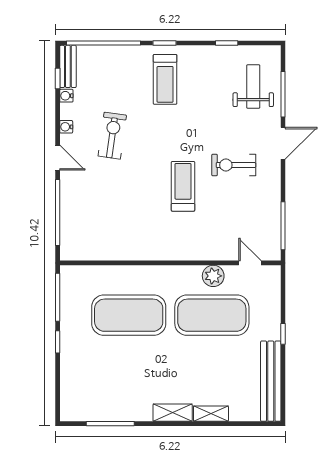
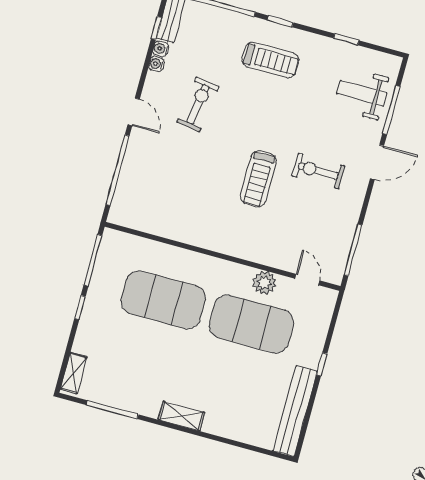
treadmill: (165, 79) -> (270, 60), turned -90
weight bench: (253, 87) -> (362, 93), turned -90
water cooler: (66, 127) -> (156, 64), moved
treadmill: (183, 186) -> (258, 179), turned 180
shelving: (211, 414) -> (74, 373), moved, turned 90

